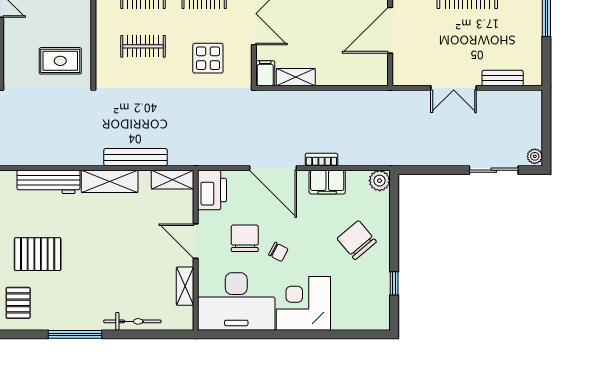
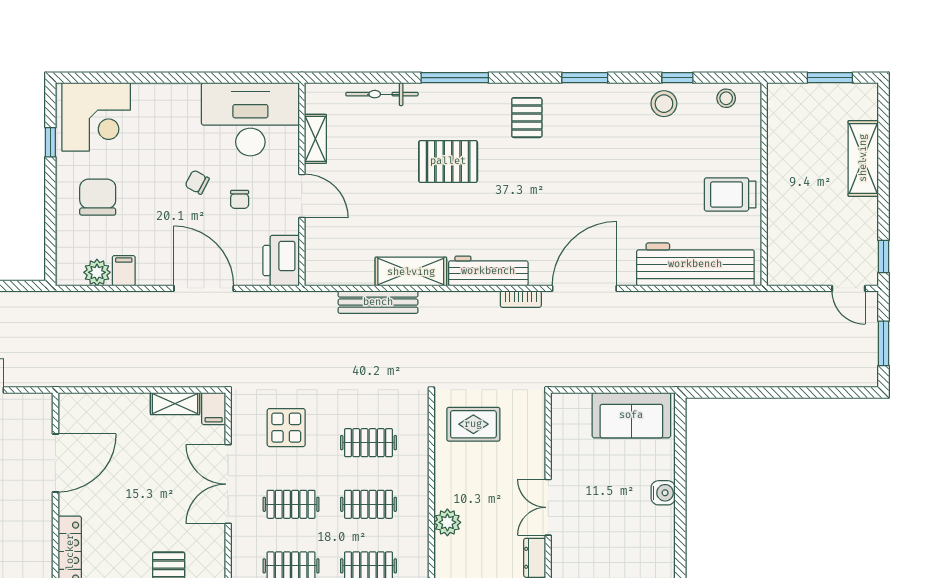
bookcase: (321, 160) -> (521, 299), moved
shelving: (172, 180) -> (331, 274), removed
plant: (380, 181) -> (97, 272), moved
filing cabinet: (327, 182) -> (124, 271), width x0.50
chair: (245, 238) -> (240, 199), width x0.54, depth x0.54
chair: (357, 240) -> (98, 197), turned -140
pallet: (38, 254) -> (448, 161), moved
corner desk: (303, 303) -> (96, 117), moved

